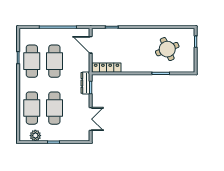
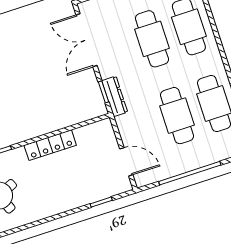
locker: (107, 68) -> (50, 145), moved
double door: (91, 119) -> (87, 40), width x1.37

